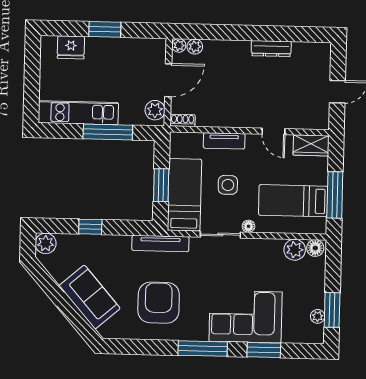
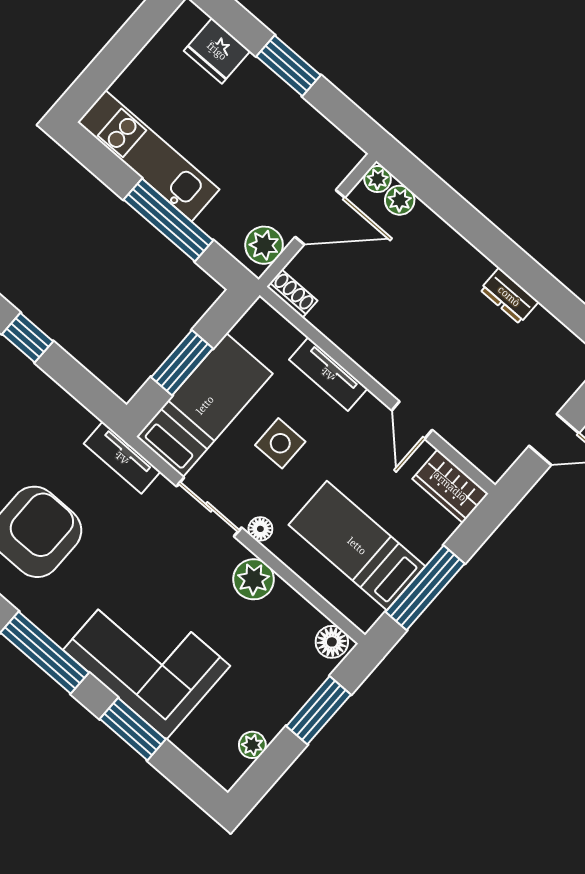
dresser: (271, 49) -> (509, 296), width x0.70
tv unit: (160, 243) -> (122, 458), width x0.71
plant: (295, 250) -> (253, 579), moved
window: (332, 310) -> (319, 710), moved

